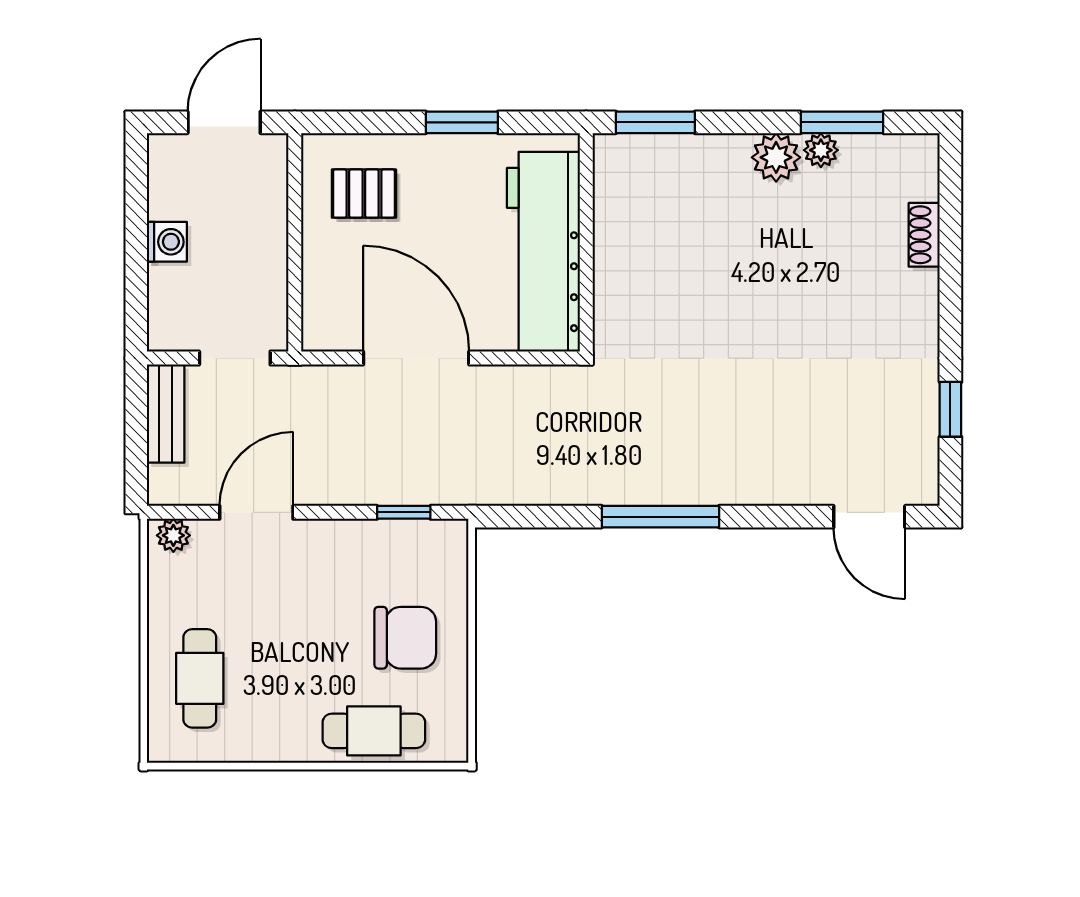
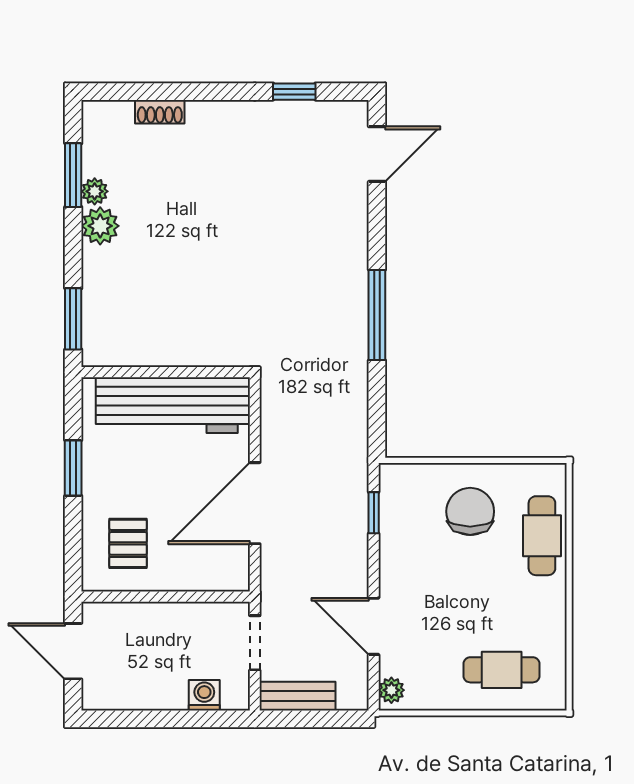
washing machine: (167, 242) -> (204, 695), moved

